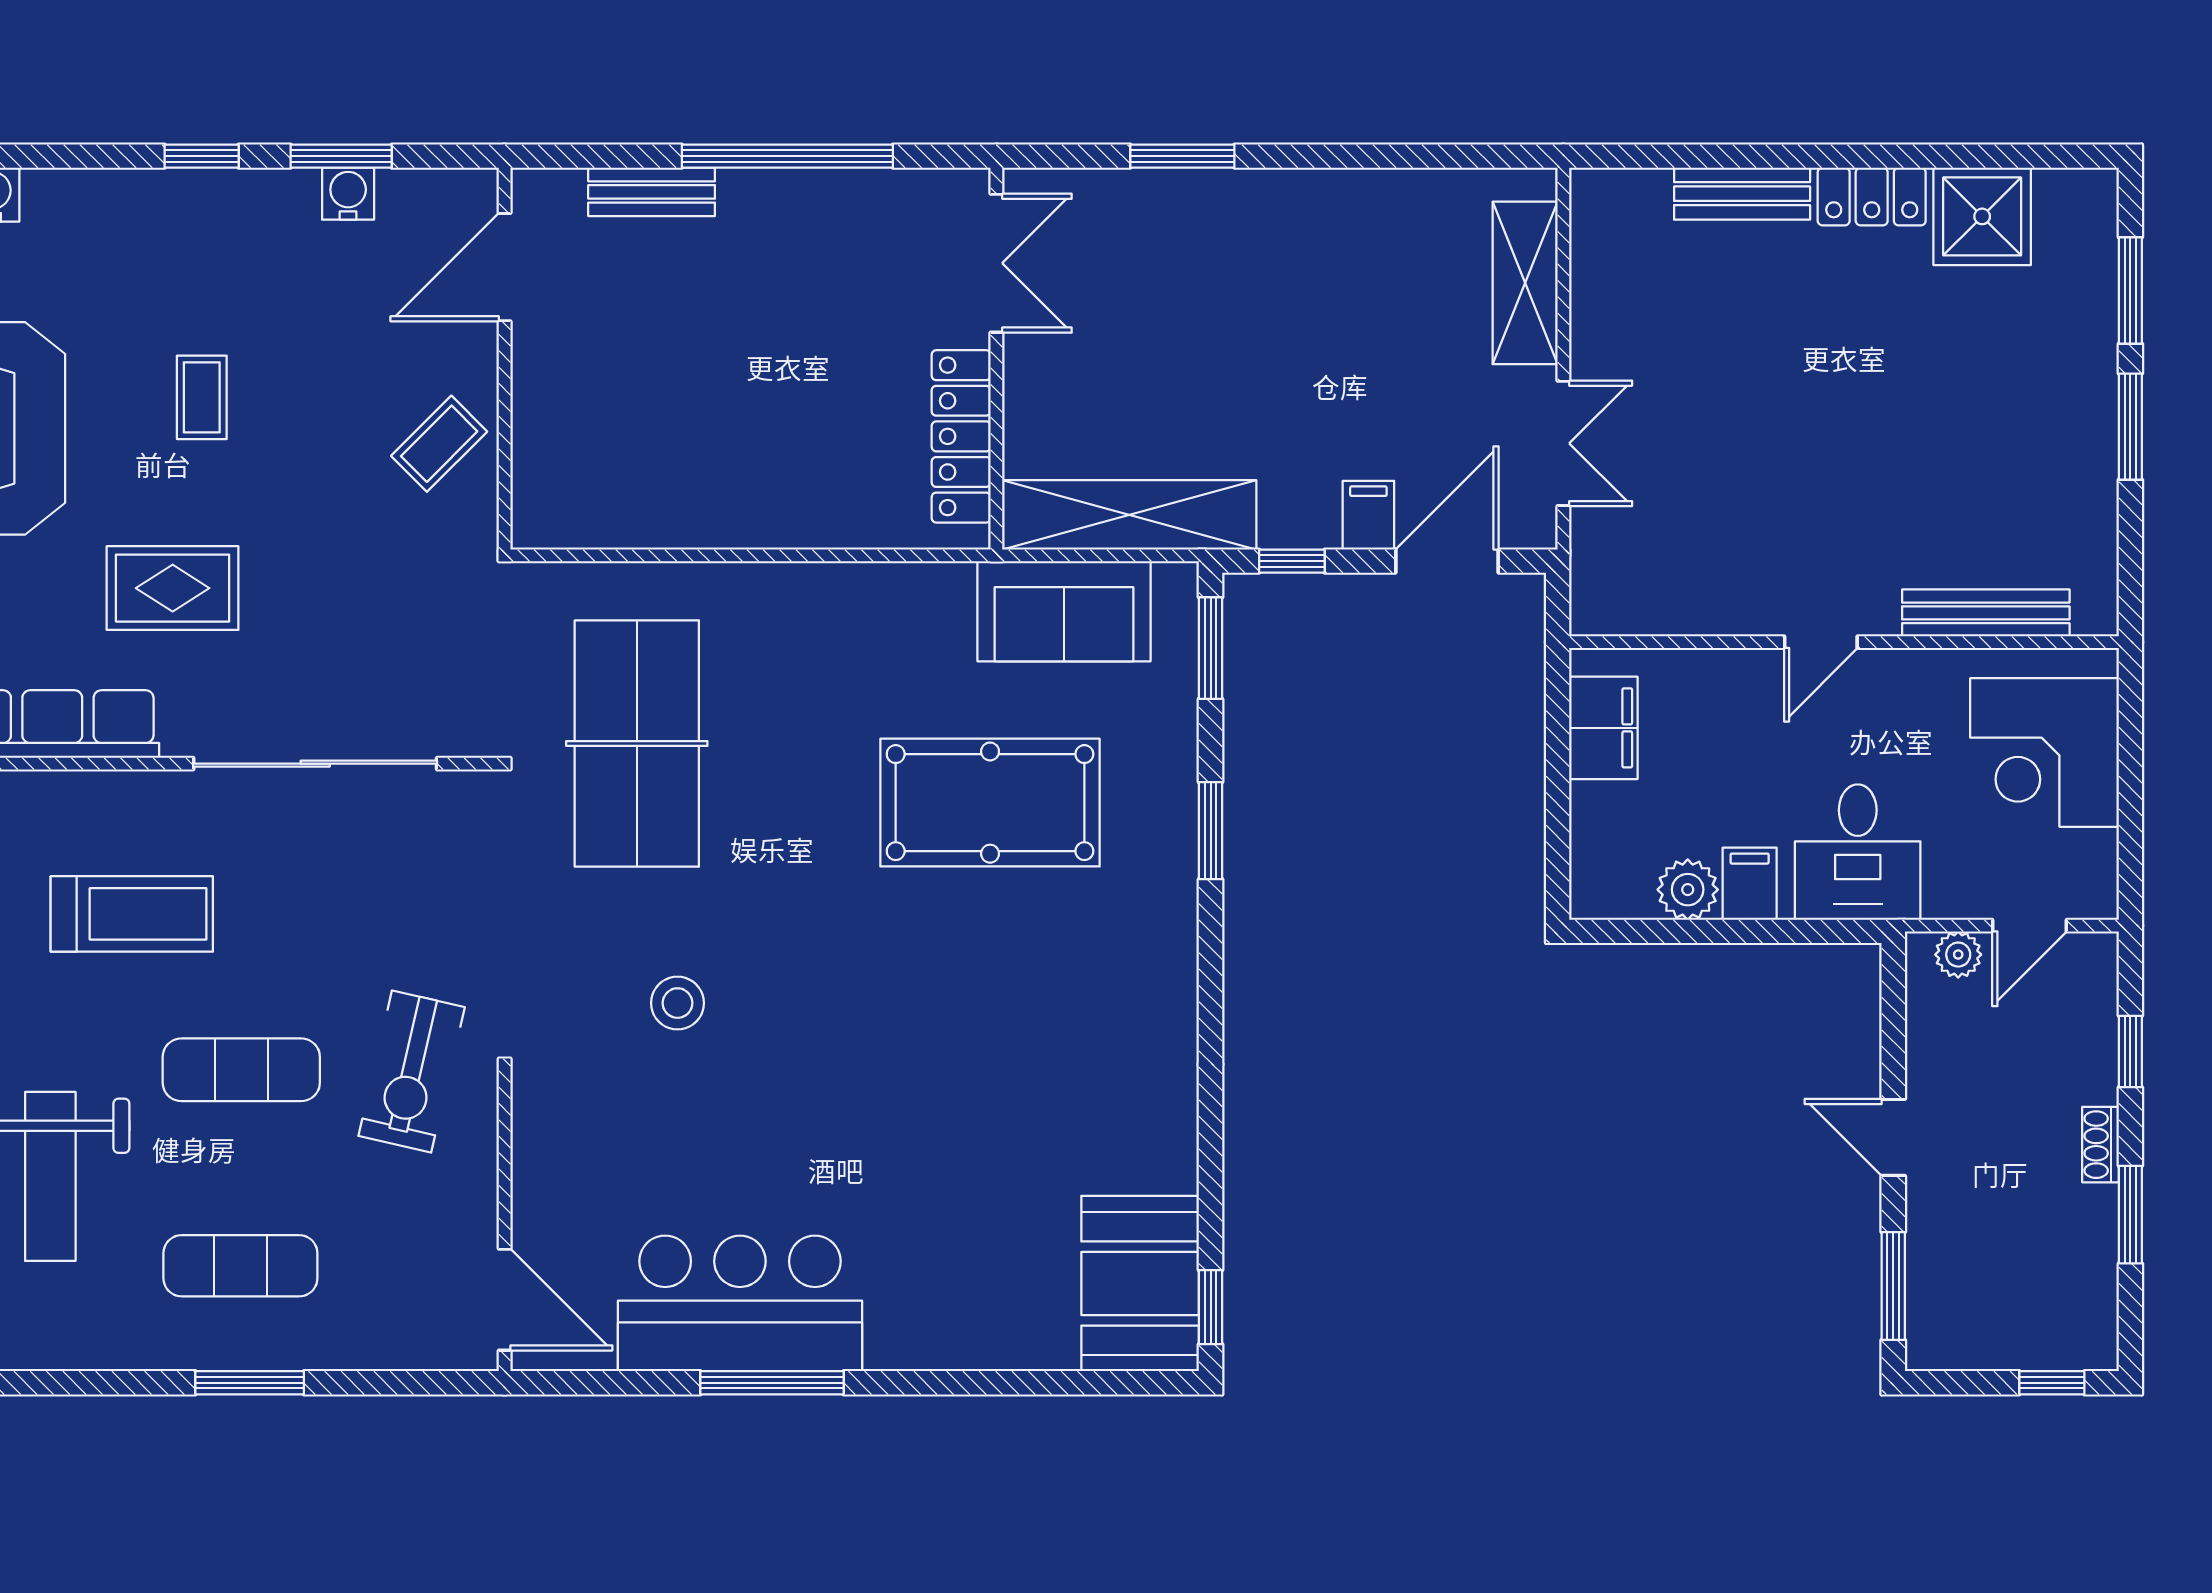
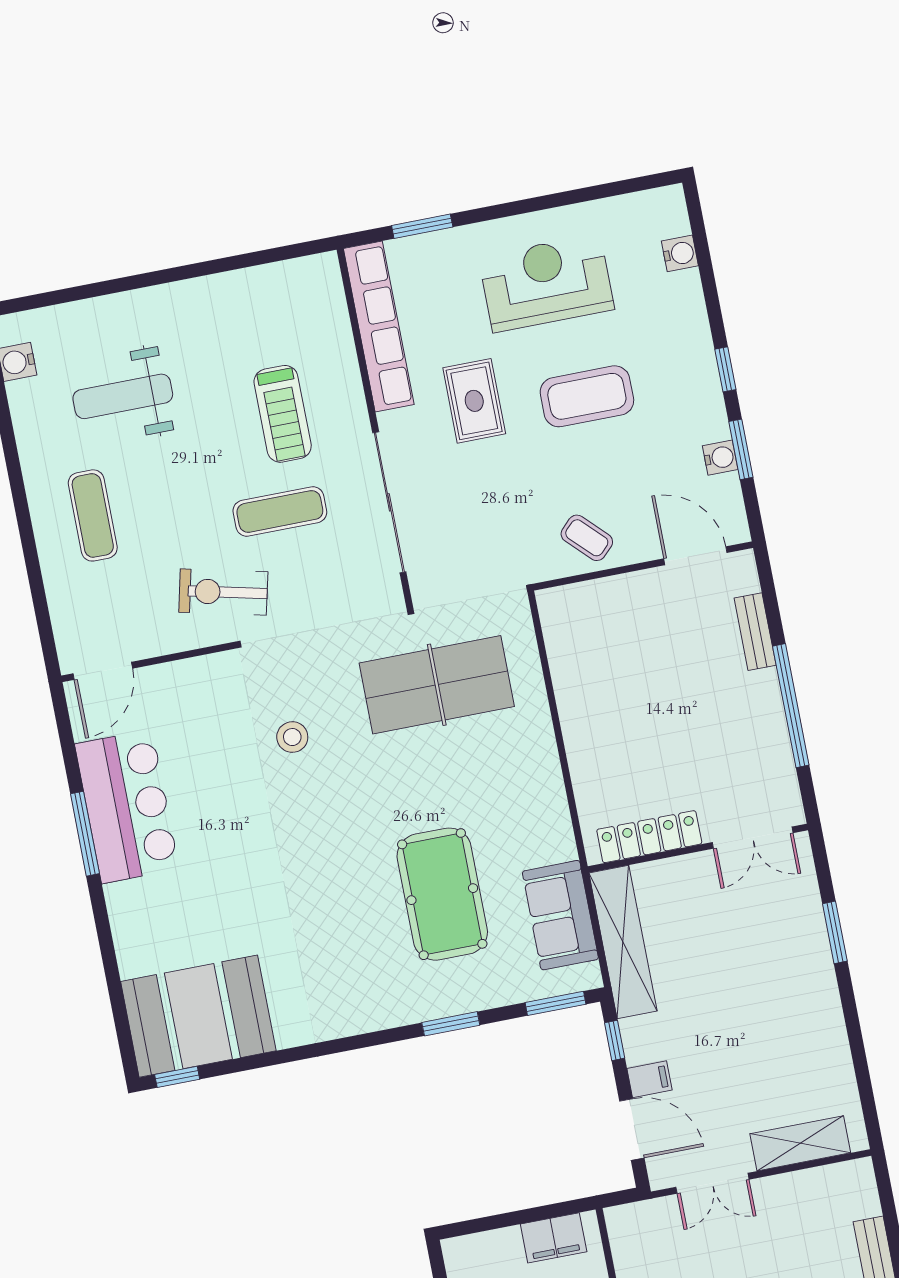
coffee table: (202, 397) -> (587, 396), width x1.86, depth x1.72
exercise mat: (241, 1070) -> (280, 511), moved, turned 90
booth: (1140, 1283) -> (198, 1016), width x1.36, depth x1.42
window: (250, 1383) -> (27, 534), removed

